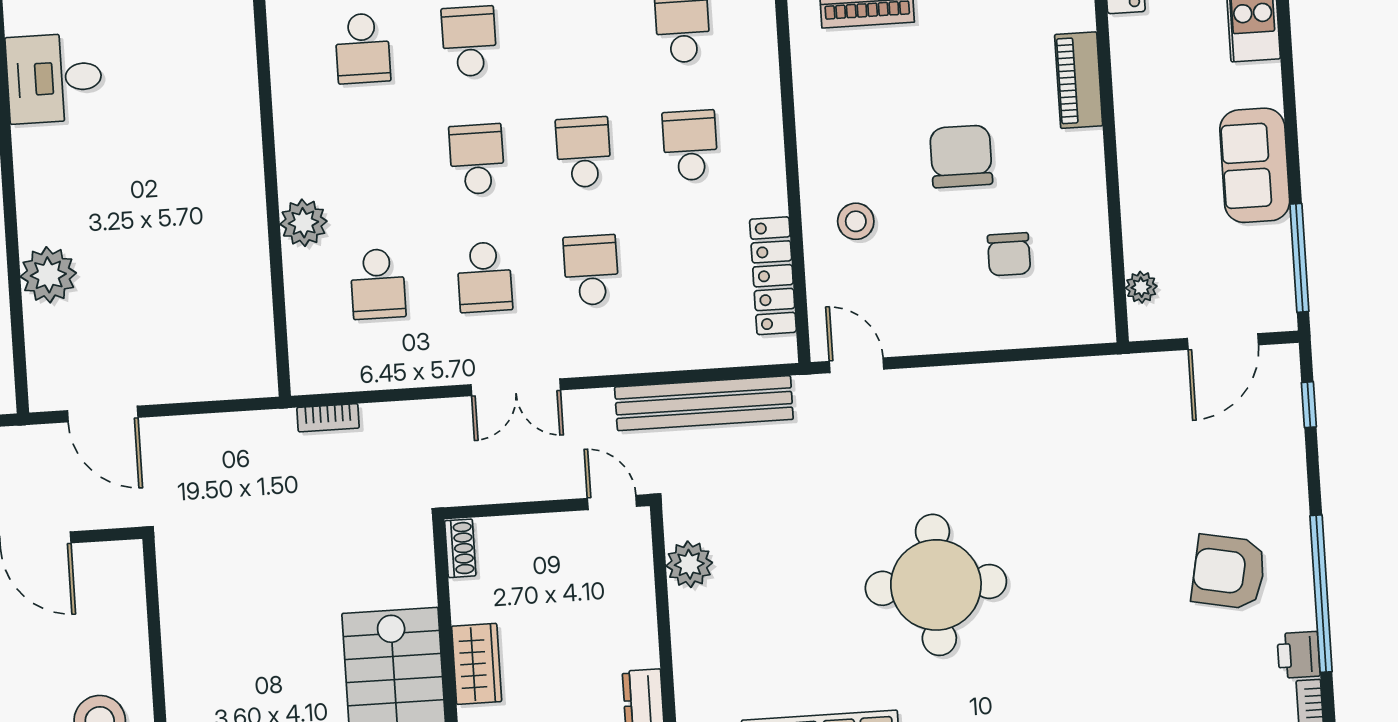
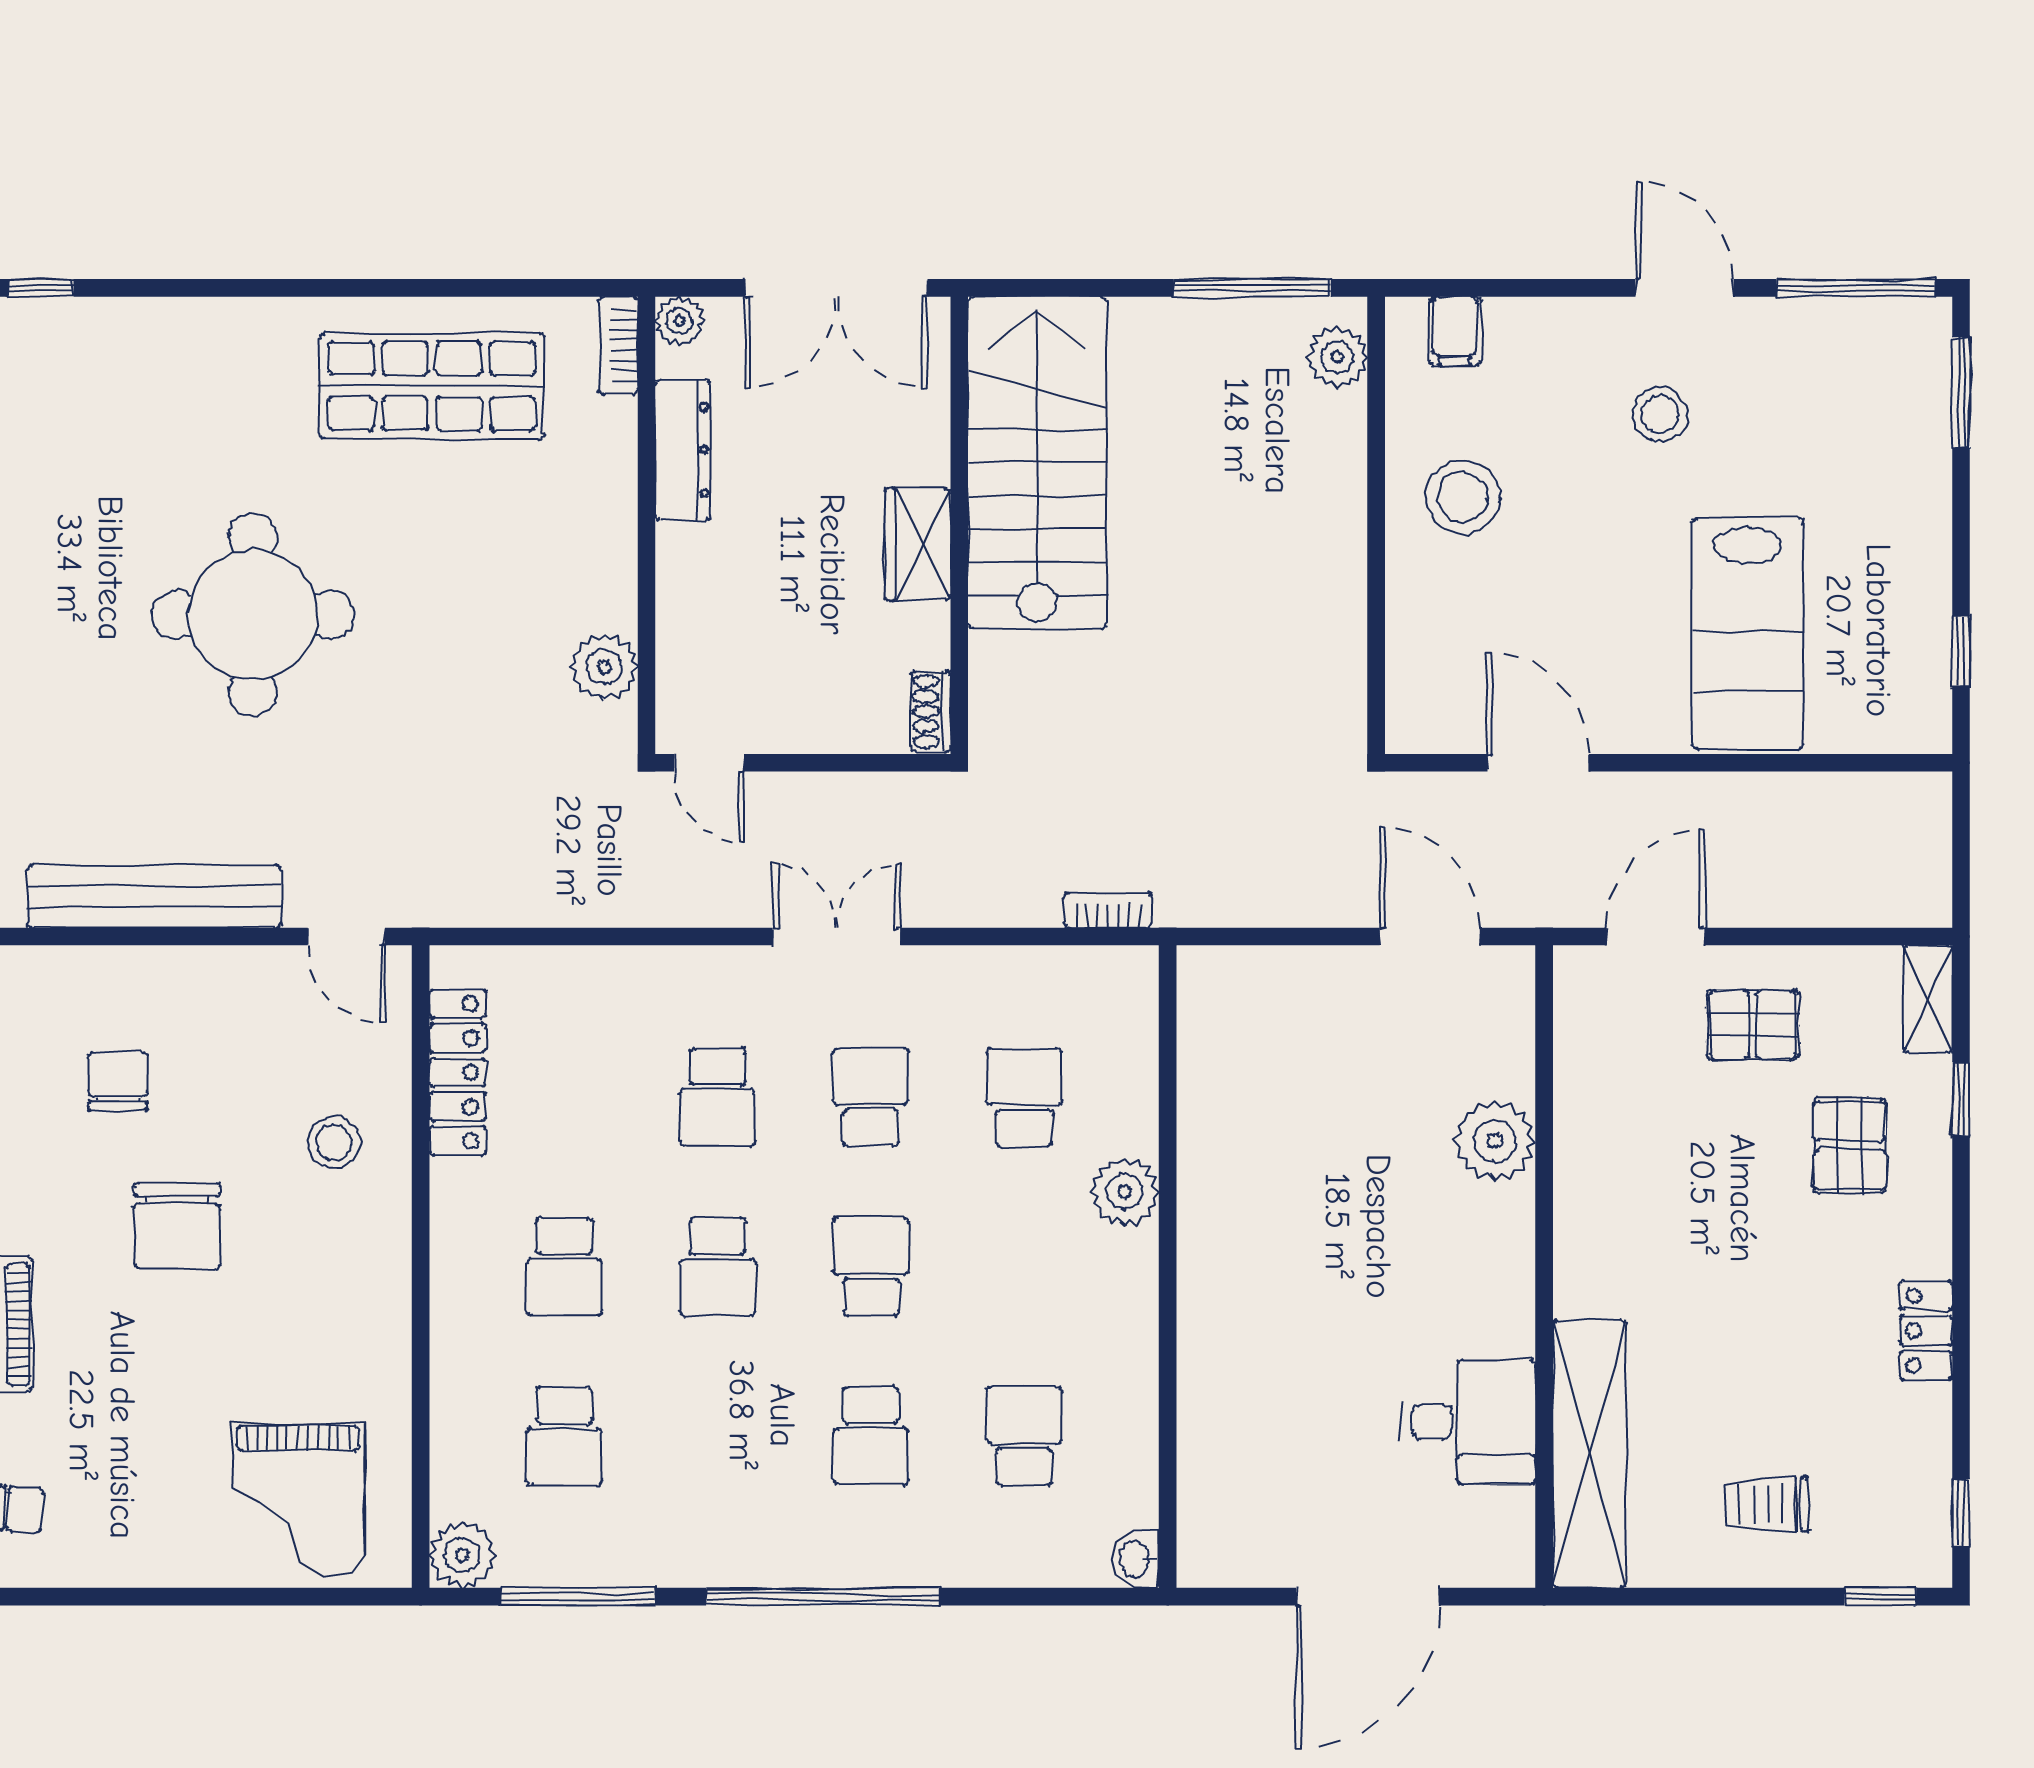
school desk: (477, 159) -> (871, 1267), turned 180
bench: (704, 403) -> (154, 896), moved

